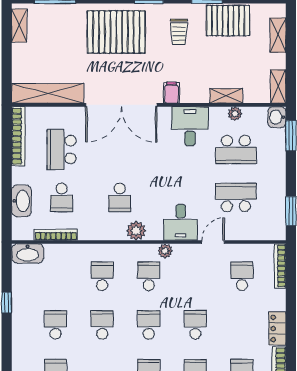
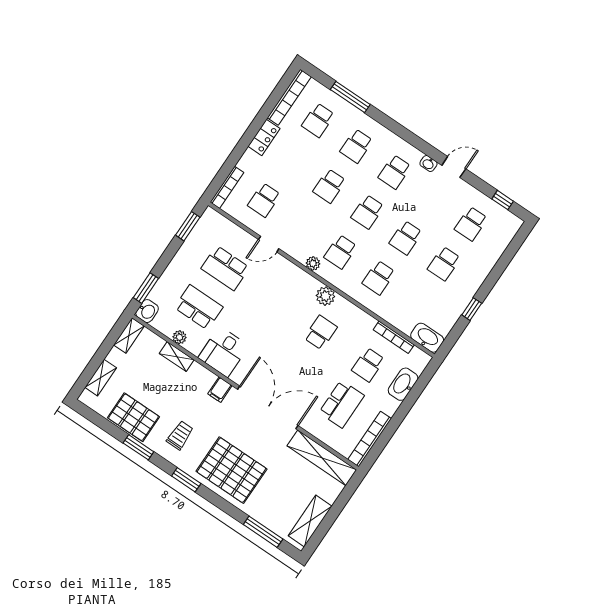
shelving: (19, 26) -> (310, 521), width x1.50, depth x1.33
school desk: (62, 197) -> (368, 365), turned 180
desk: (181, 222) -> (284, 278), removed

